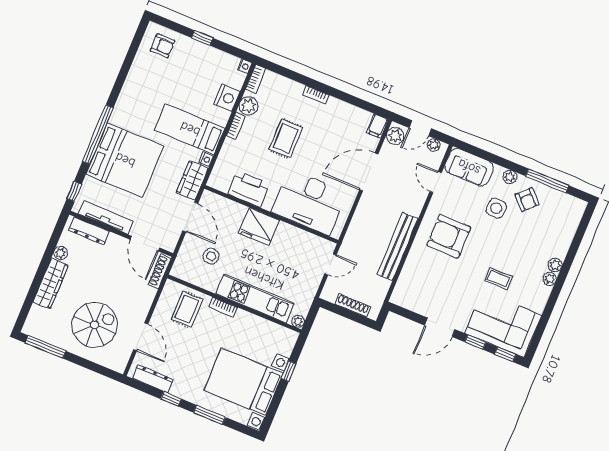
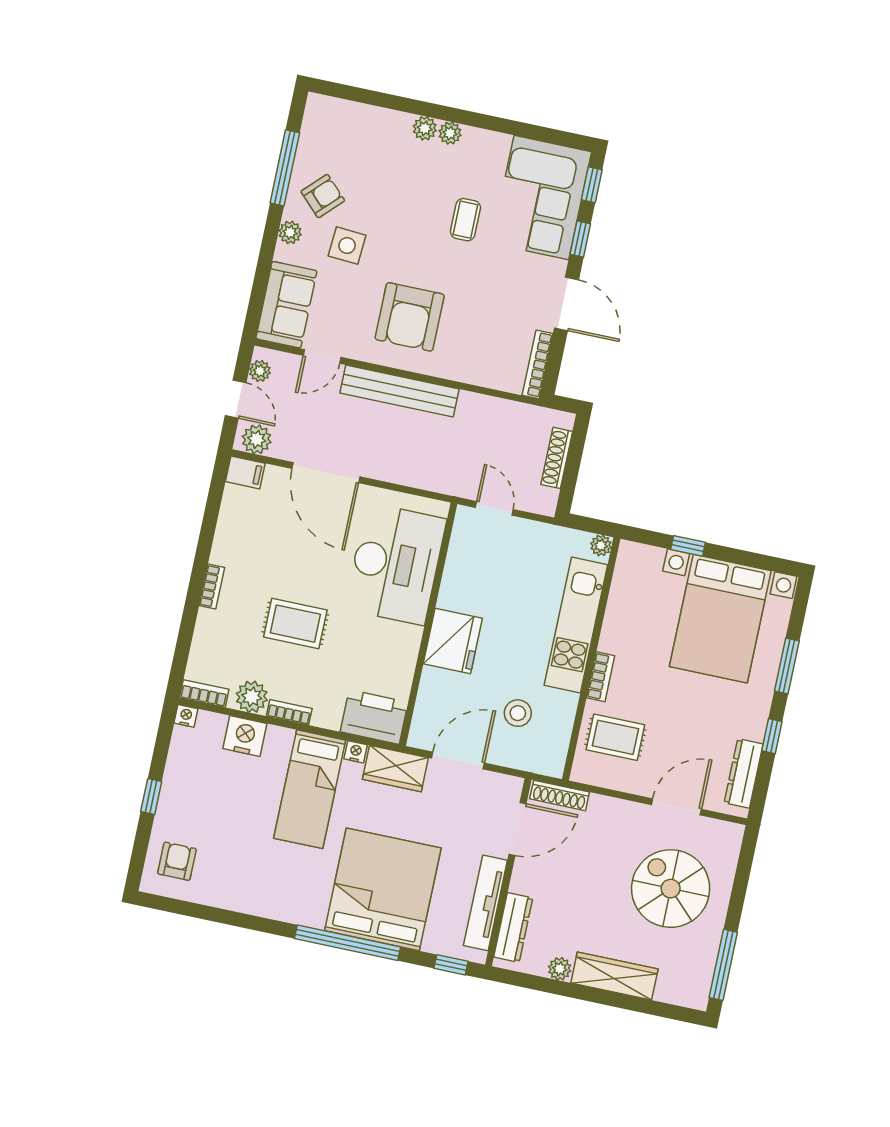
printer: (248, 189) -> (374, 717), moved, turned 90
bench: (398, 247) -> (400, 391), moved
bookcase: (408, 304) -> (538, 364), added

